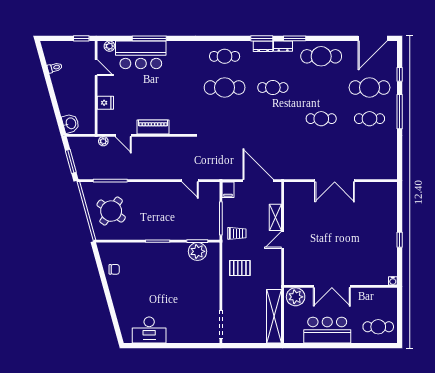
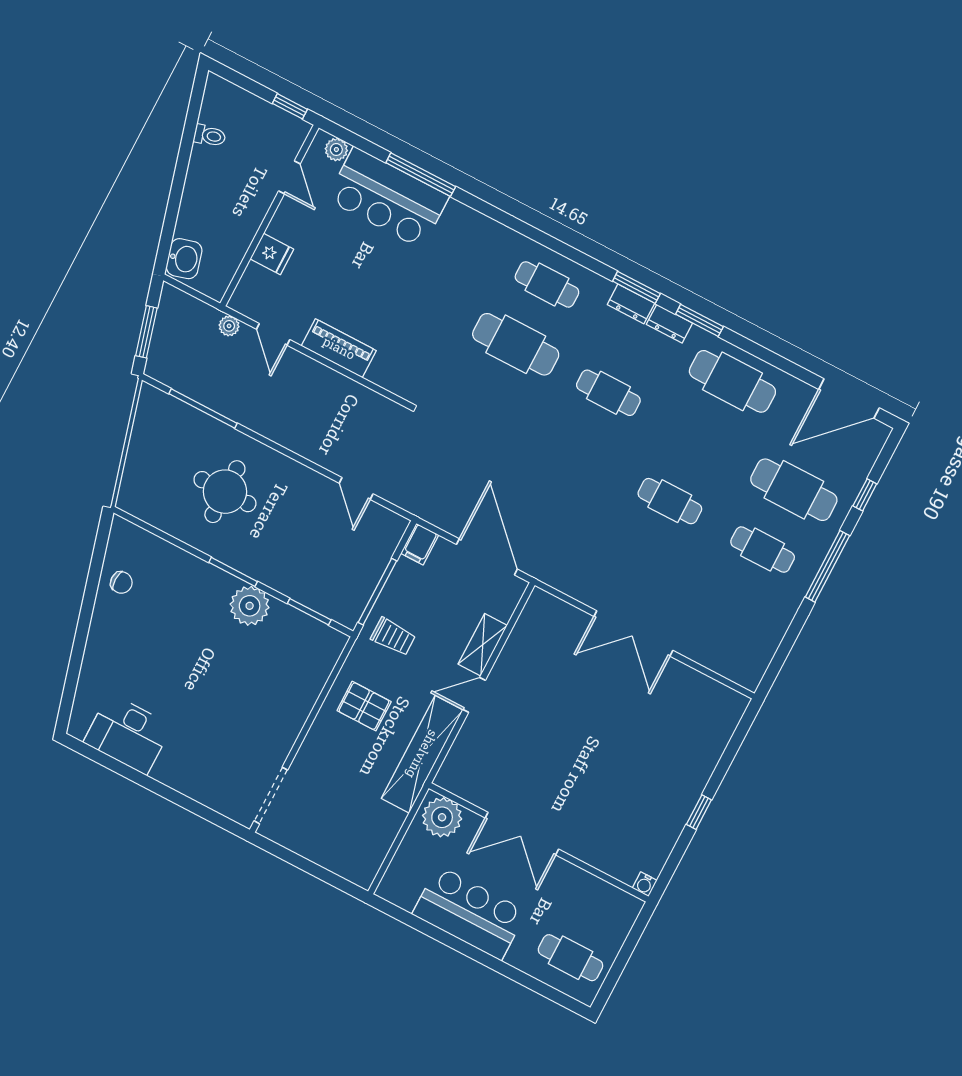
round table: (111, 211) -> (225, 492), moved, turned -35
plant: (198, 251) -> (250, 606), moved
shelving: (274, 316) -> (422, 754), moved

